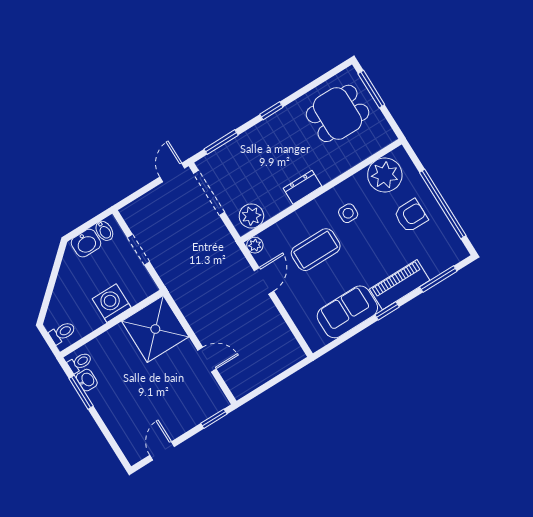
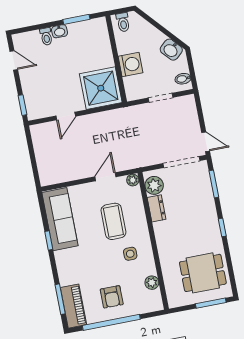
dining table: (338, 113) -> (203, 273), turned 90
plant: (385, 175) -> (152, 283), width x0.53, depth x0.53
dresser: (303, 187) -> (157, 208), moved
washbasin: (86, 243) -> (171, 50), moved, turned -42
door: (264, 281) -> (105, 177), swing flipped
piano: (400, 285) -> (73, 306), moved
window: (387, 311) -> (49, 240), moved
sofa: (347, 312) -> (60, 219), width x1.36
toilet: (80, 362) -> (46, 36), moved
washbasin: (87, 380) -> (60, 31), moved

